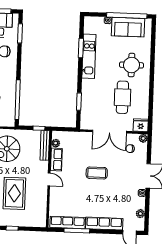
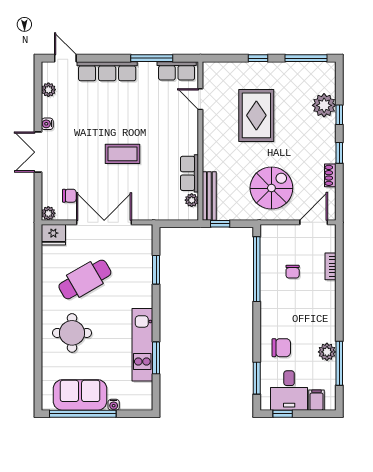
cafe table: (122, 97) -> (85, 279), turned 60
door: (49, 179) -> (200, 99), moved
row of seats: (68, 222) -> (177, 71), width x0.68

